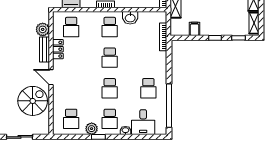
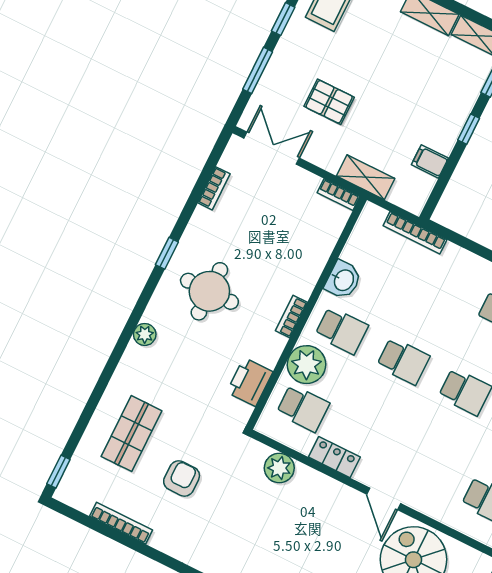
plant: (89, 20) -> (306, 365), added
bench: (44, 50) -> (322, 485), removed
door: (51, 77) -> (384, 499), hinge flipped

